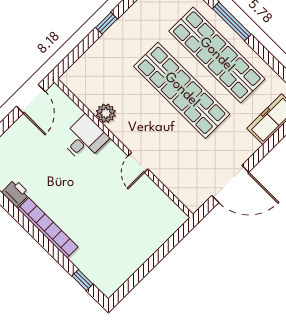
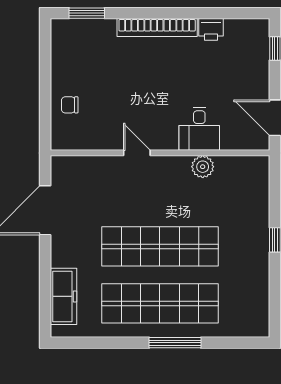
chair: (150, 234) -> (70, 105), added
window: (82, 280) -> (87, 13), width x1.50

